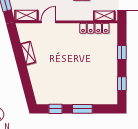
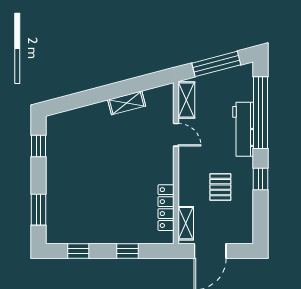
window: (82, 109) -> (39, 210), moved

